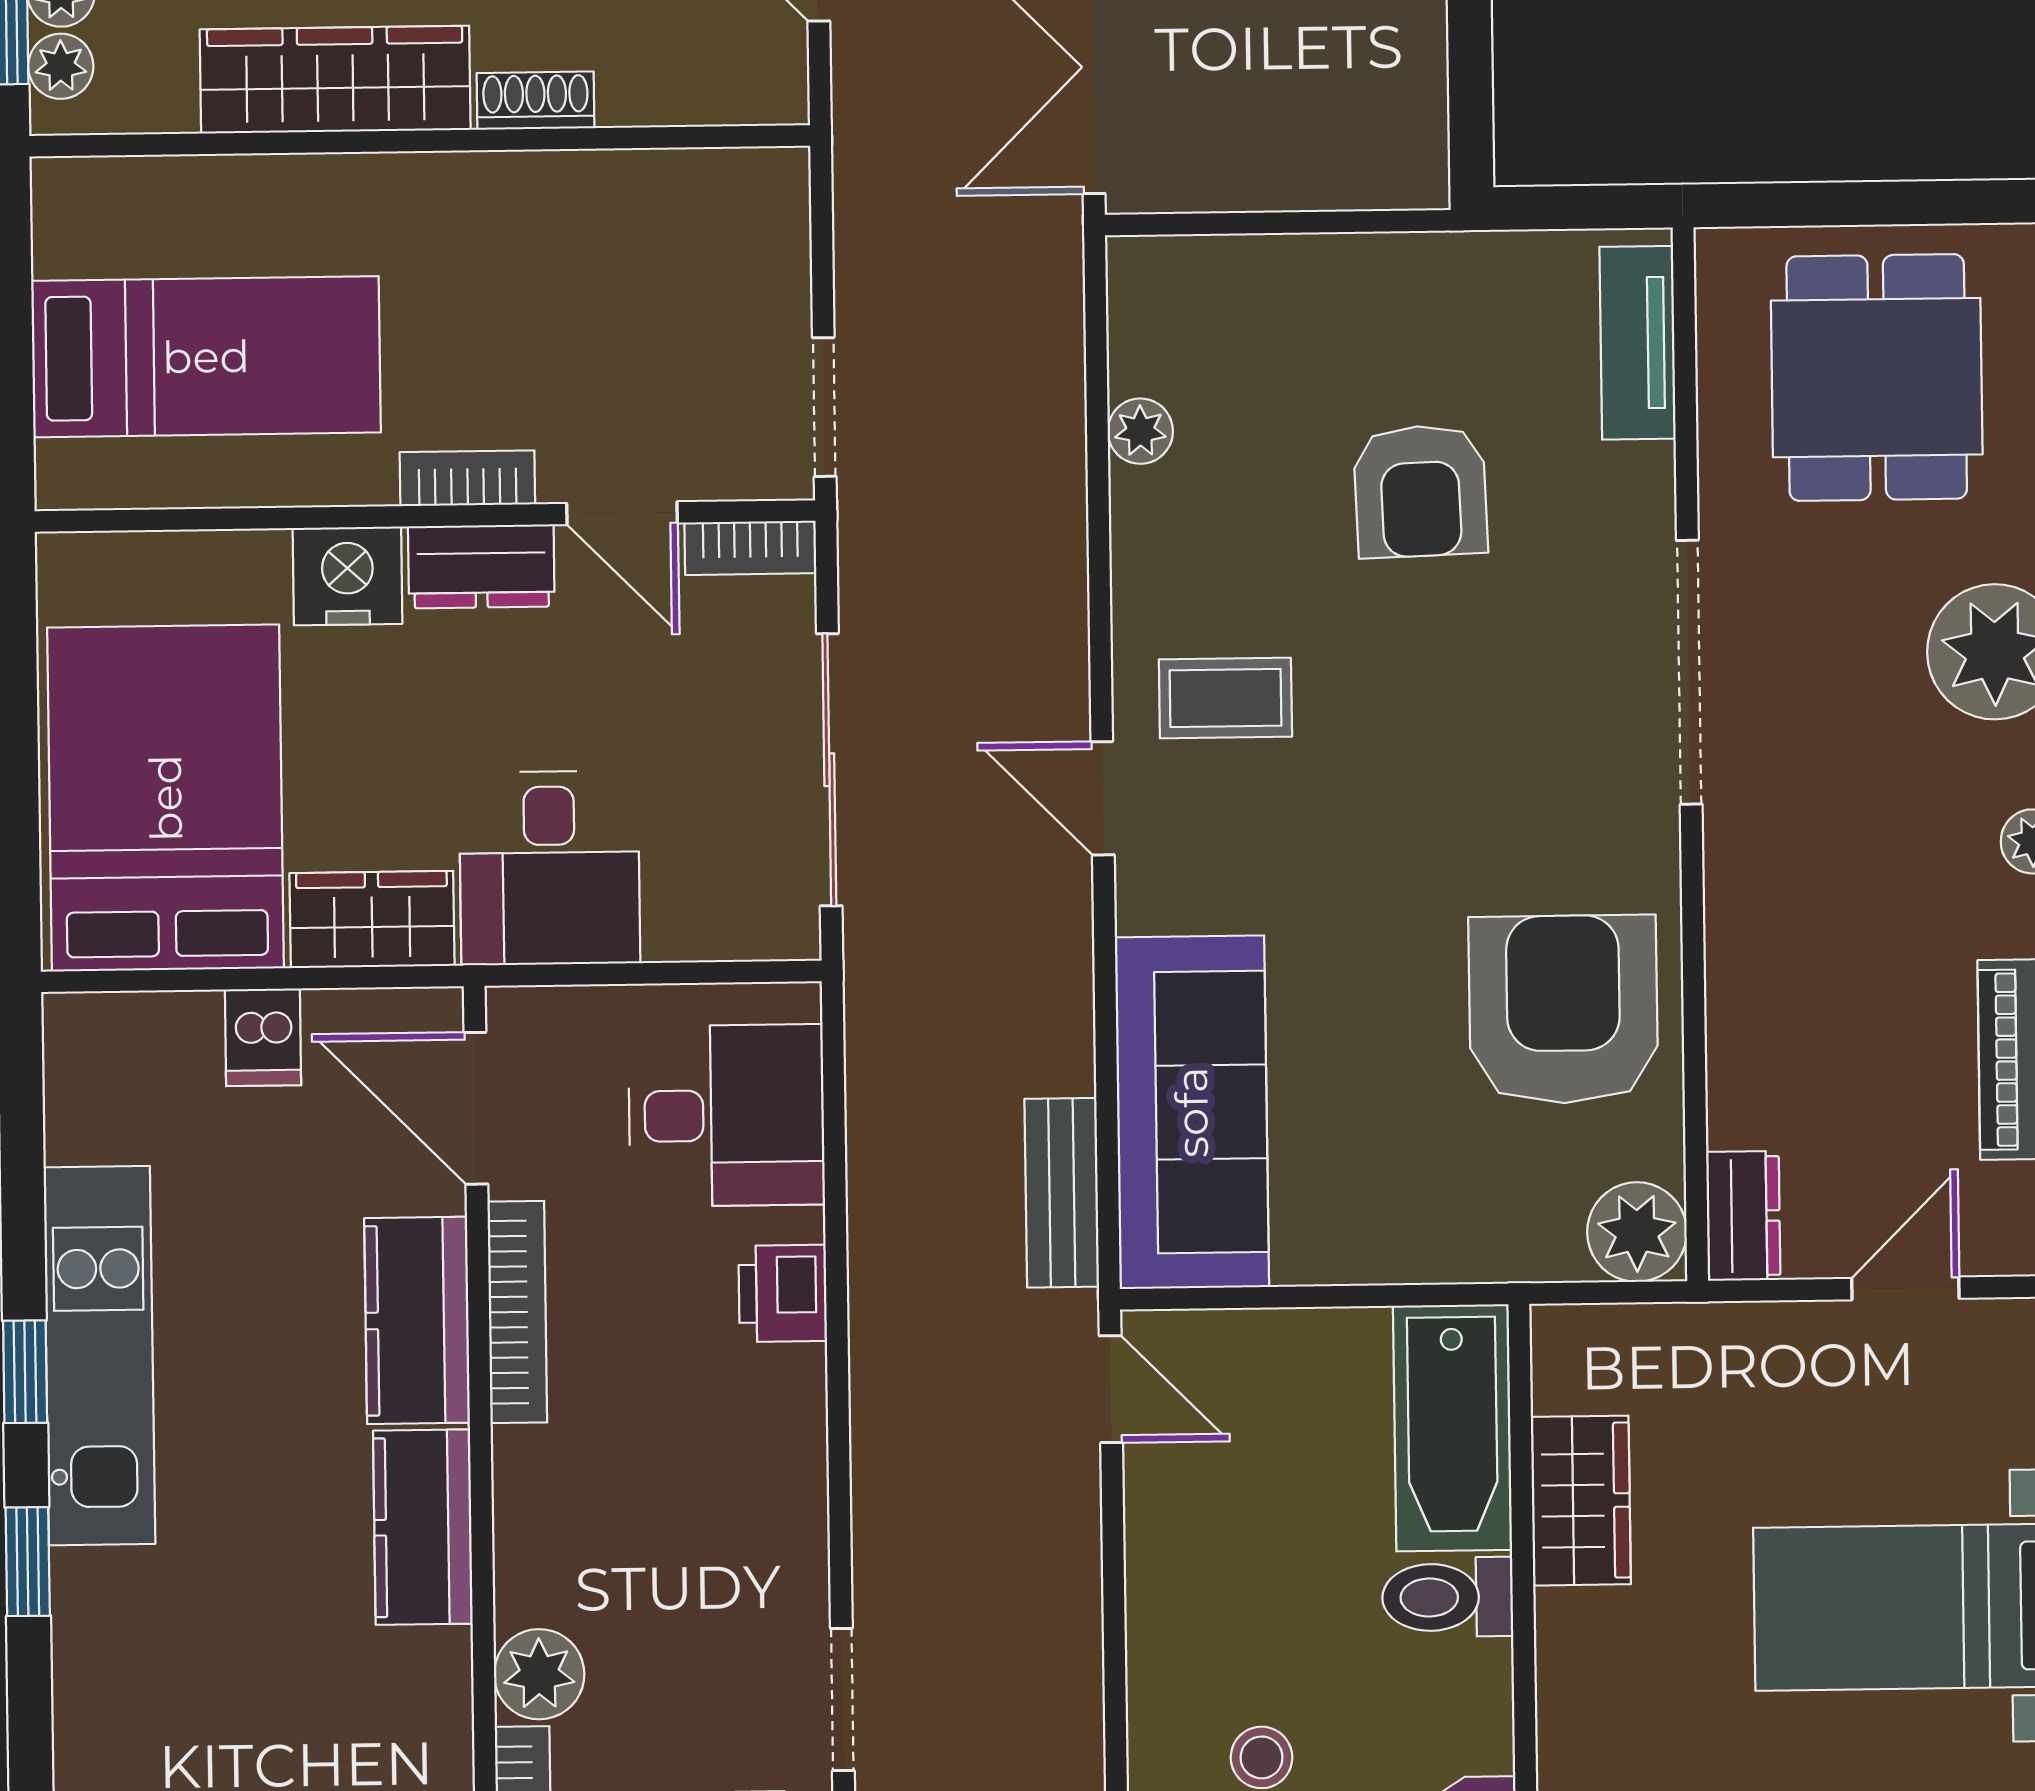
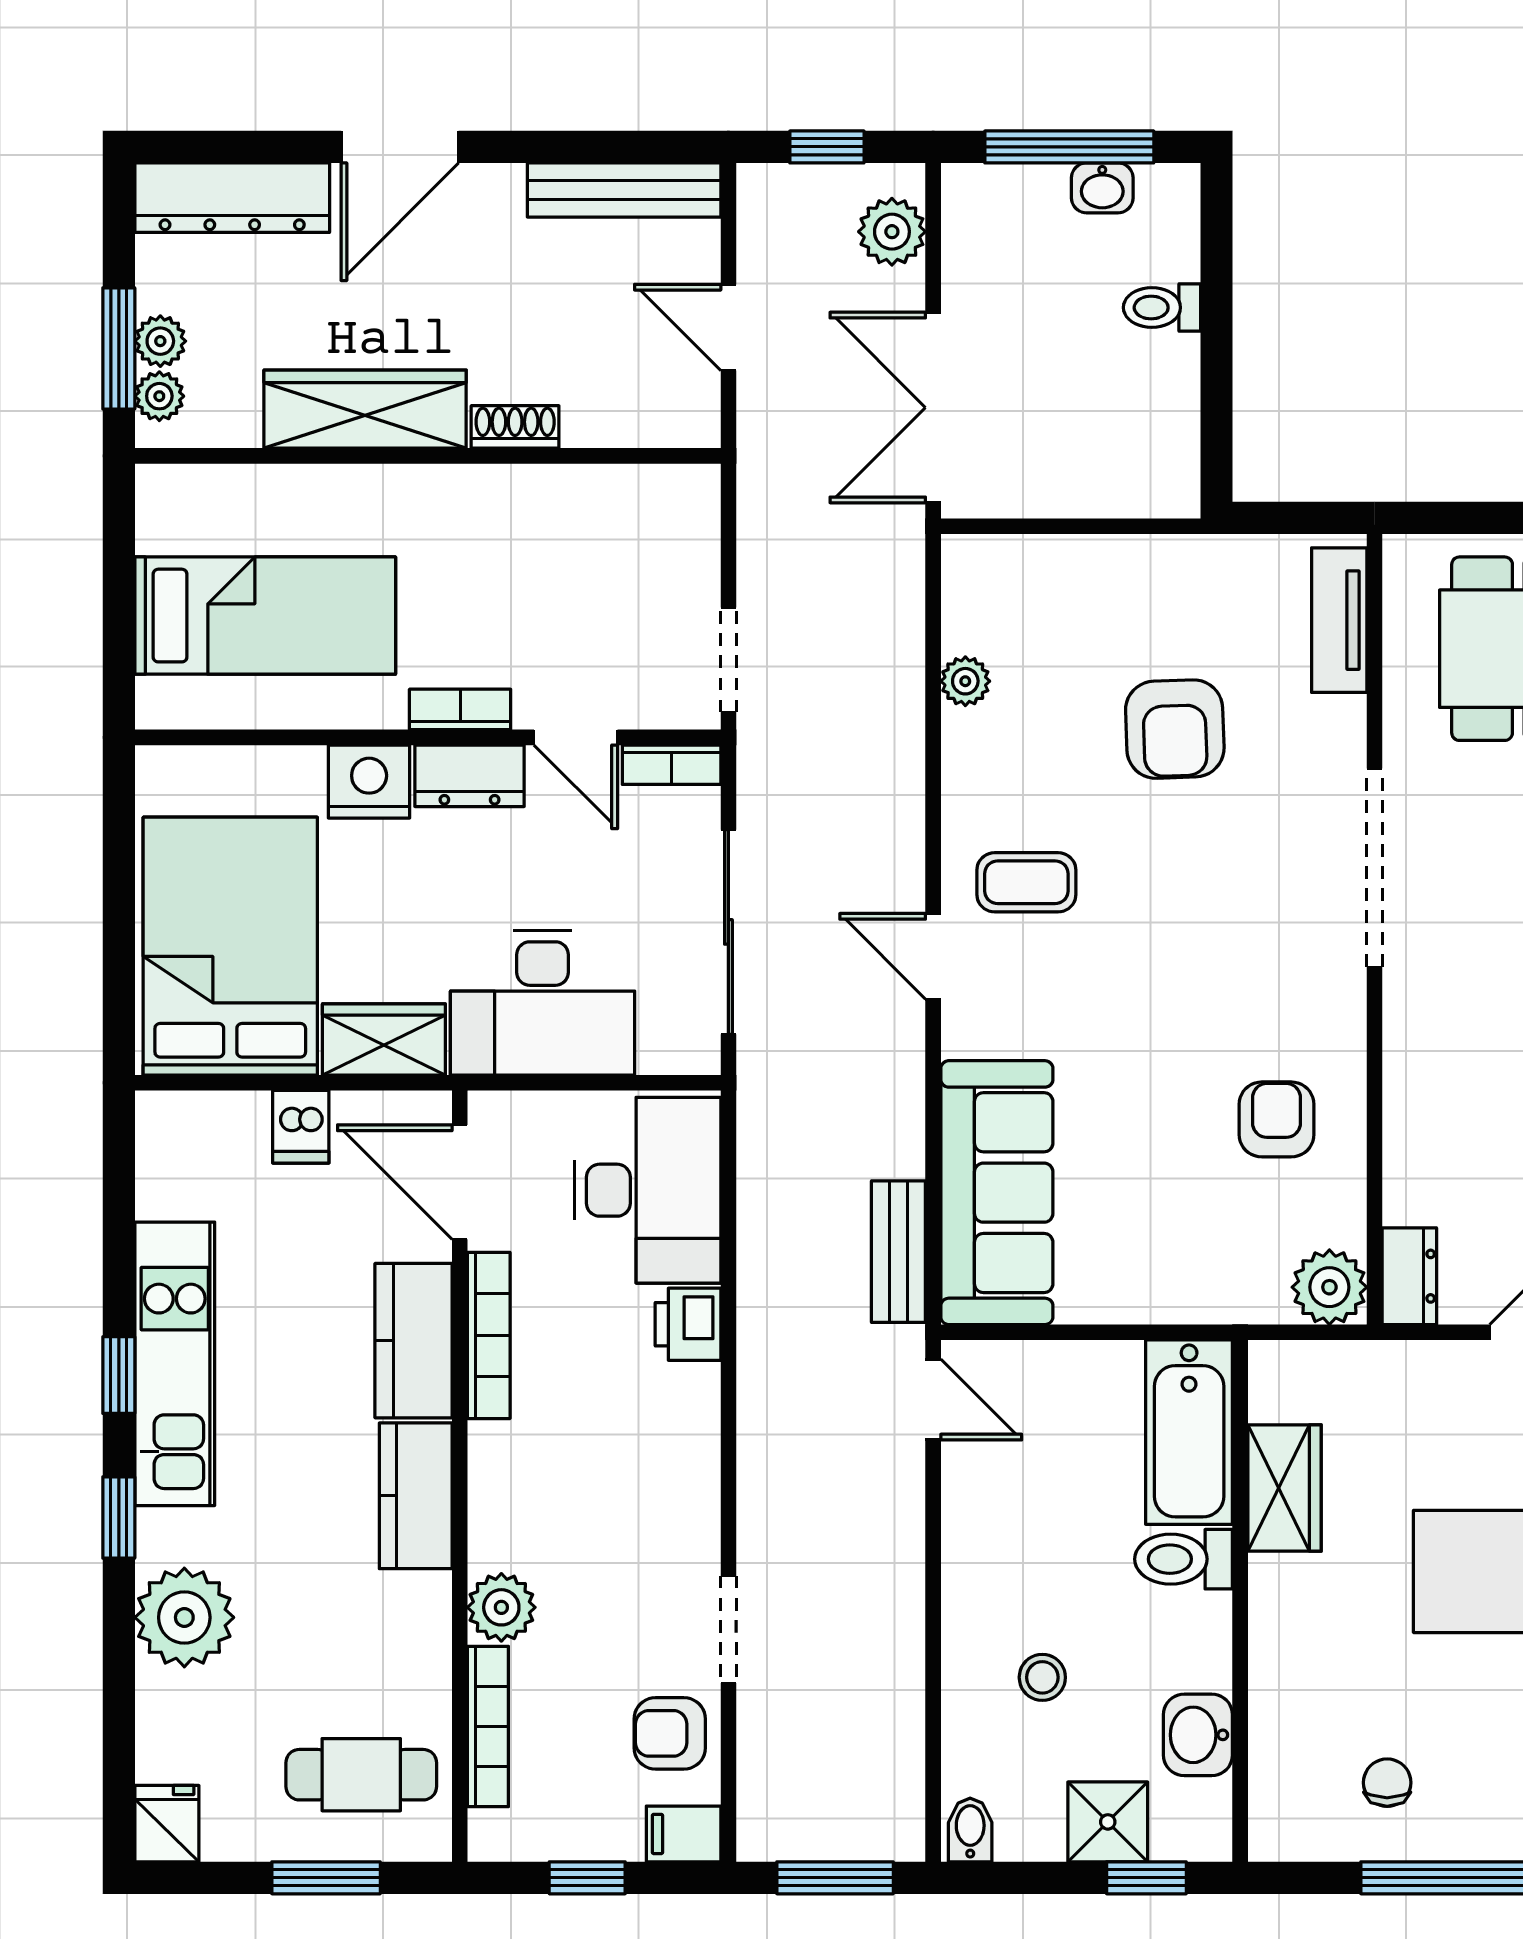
desk: (549, 868) -> (543, 1003), width x1.37
armchair: (1563, 1009) -> (1277, 1119), width x0.53, depth x0.53
desk: (727, 1115) -> (648, 1190), width x1.37
plant: (117, 1694) -> (184, 1617), added

